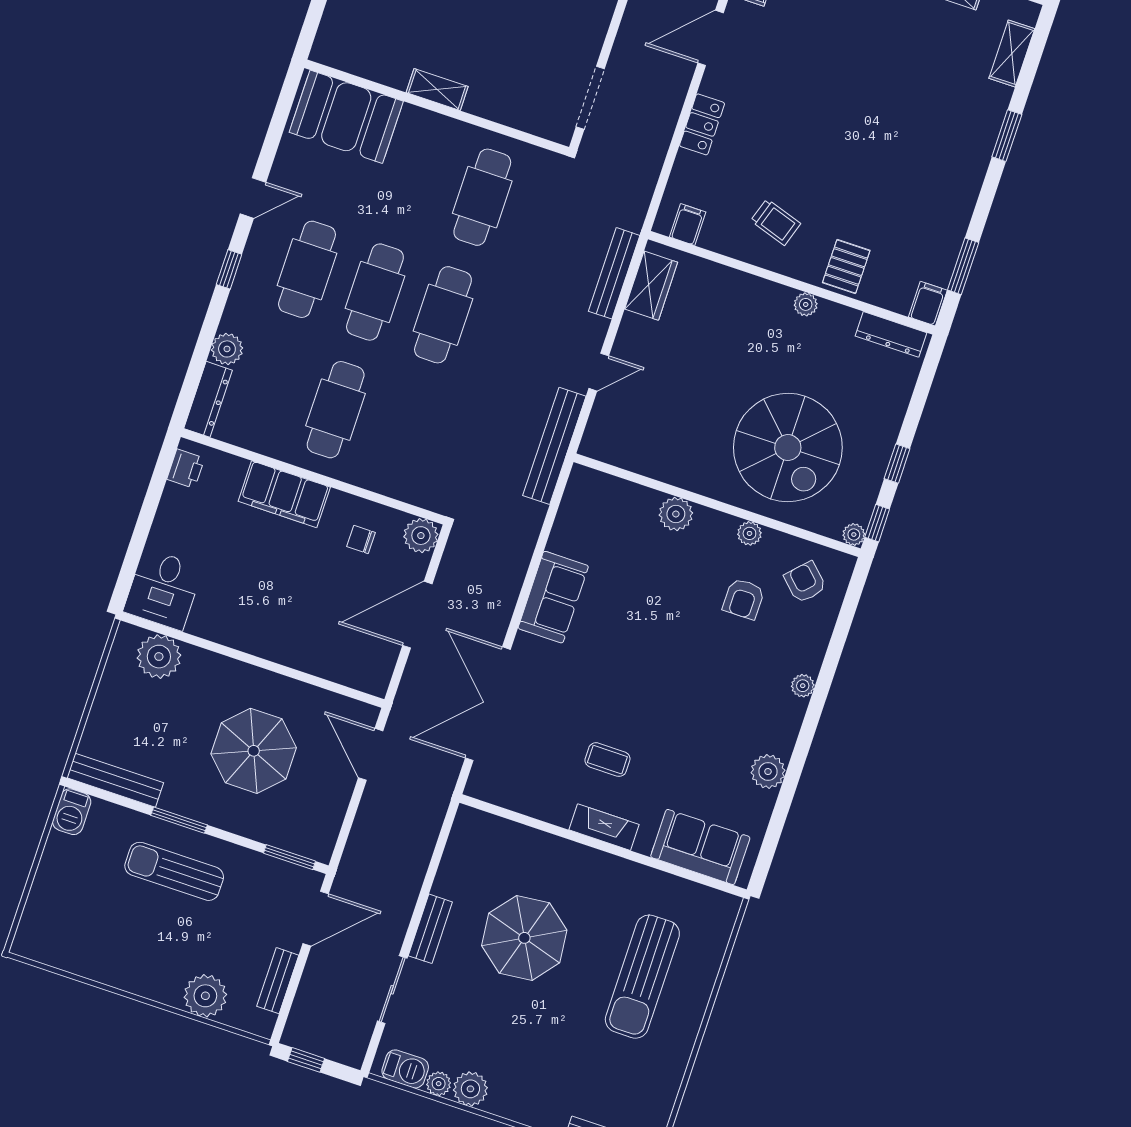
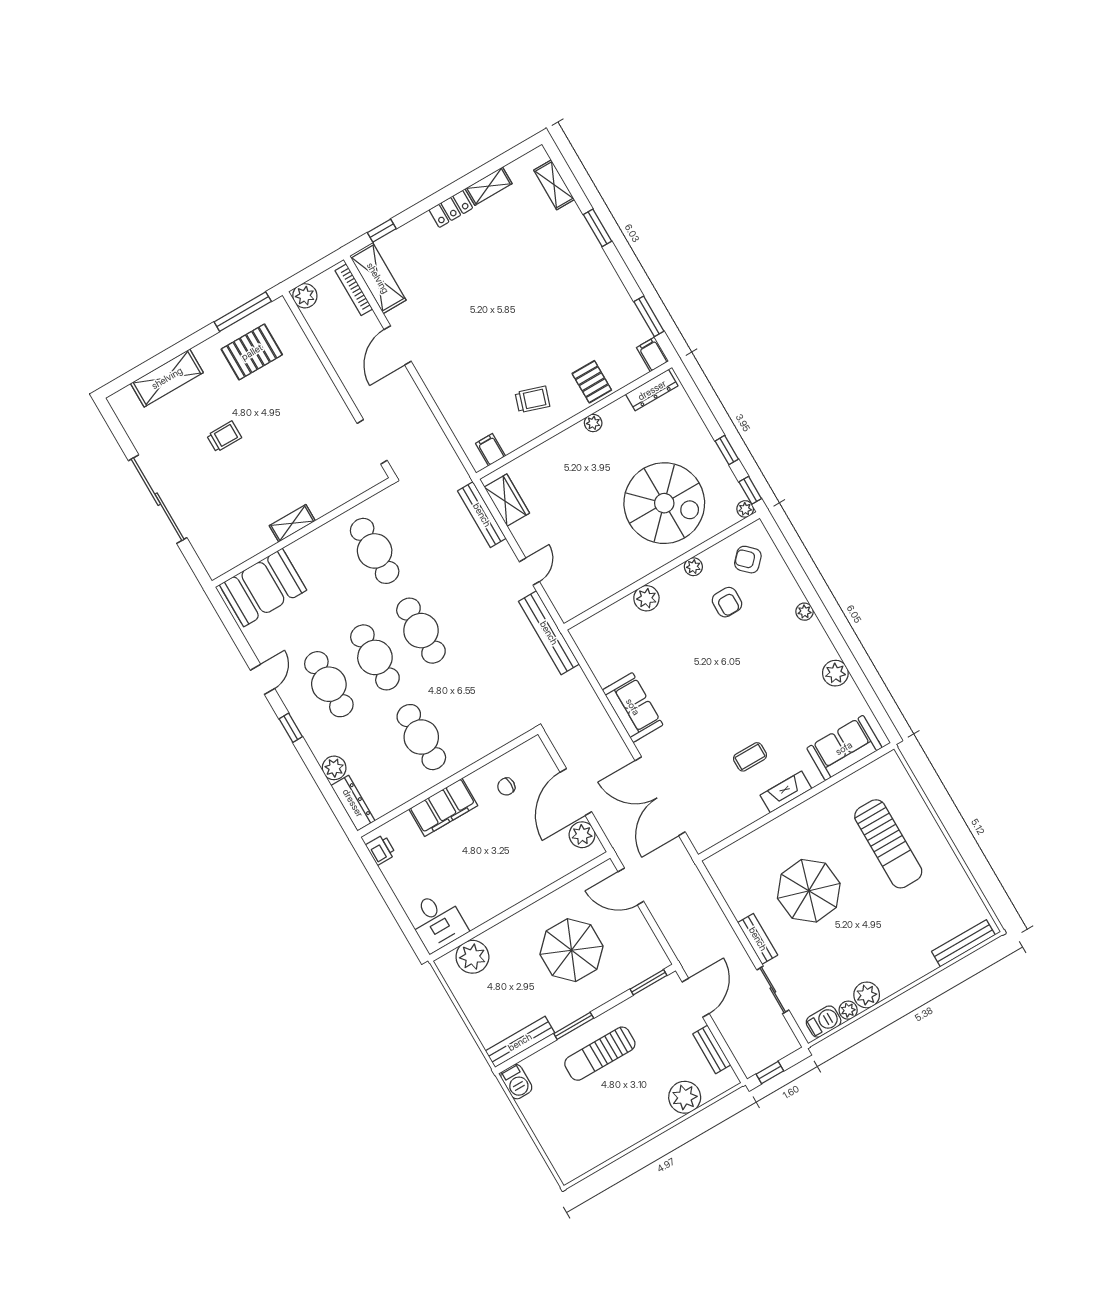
locker: (702, 124) -> (442, 393), removed
plant: (421, 536) -> (582, 835), moved

